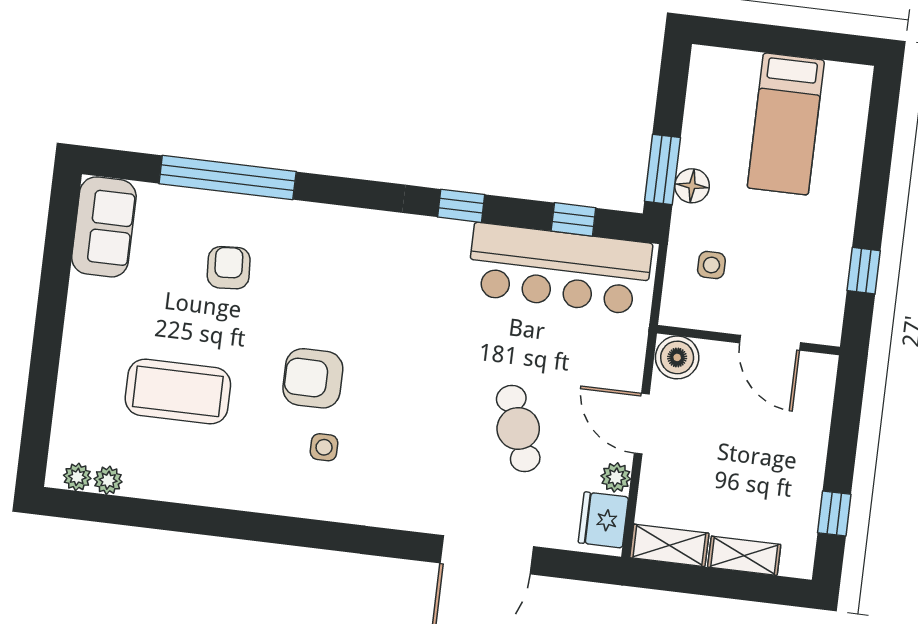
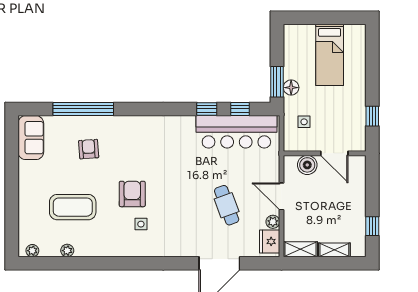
window: (461, 206) -> (207, 109), moved
boiler: (677, 357) -> (307, 165), moved
armchair: (313, 378) -> (132, 194), turned 90
plant: (108, 480) -> (67, 251), moved

